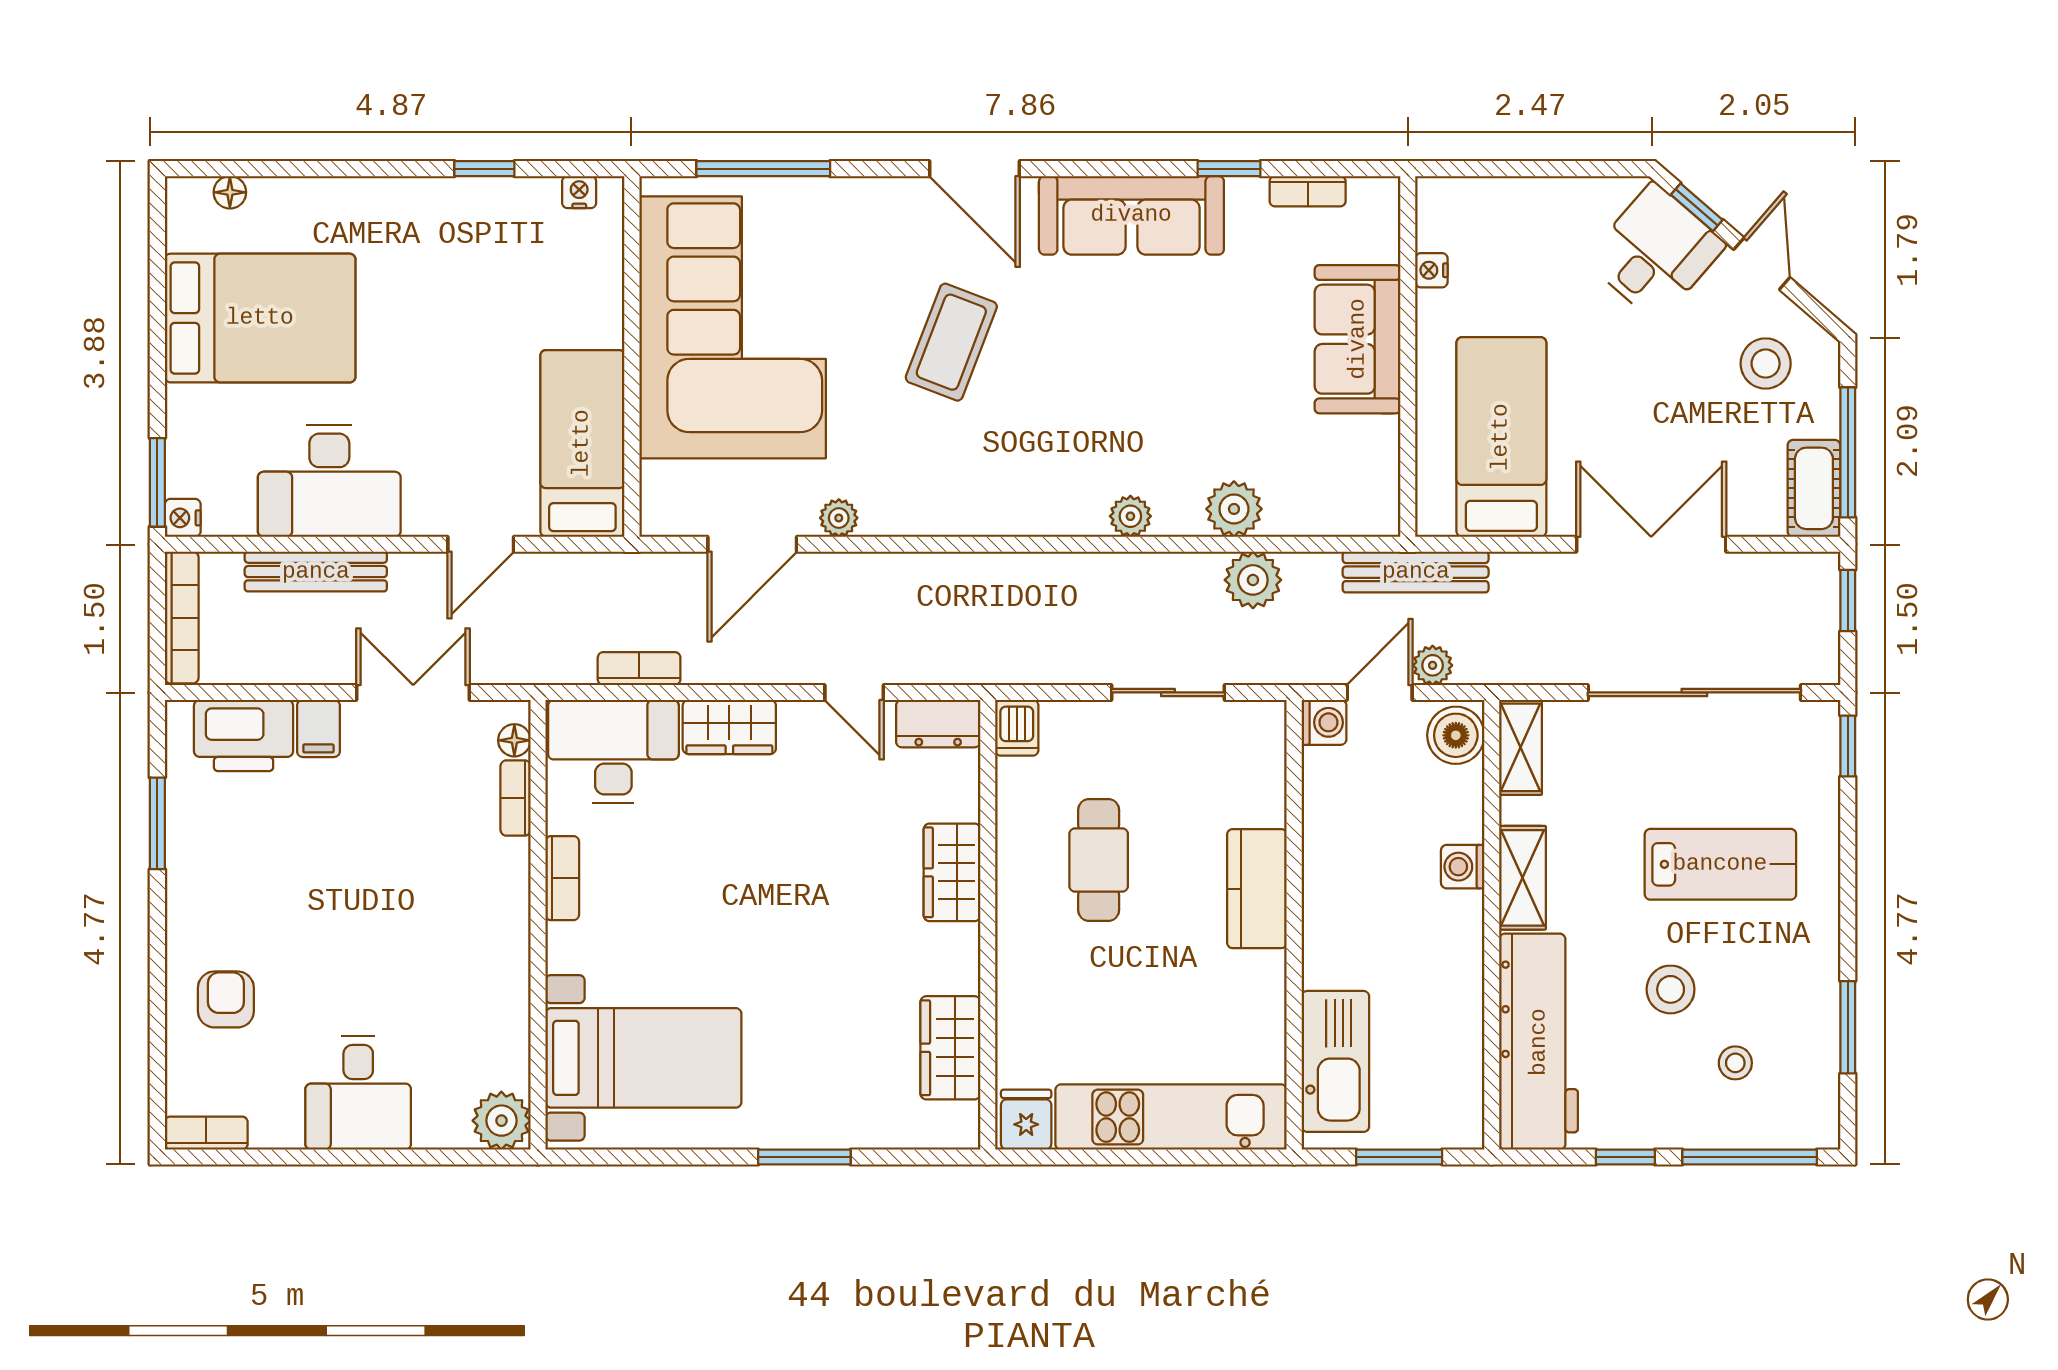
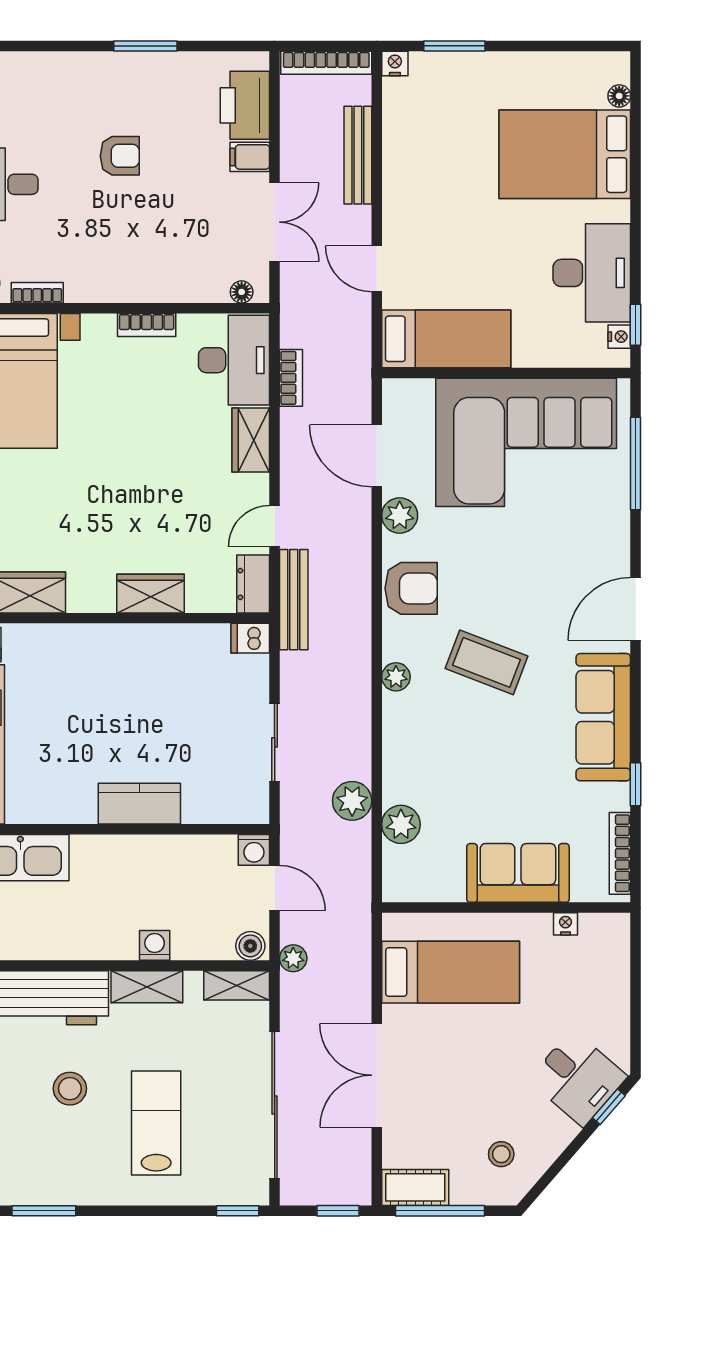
window: (484, 169) -> (636, 325), moved
bookcase: (1308, 191) -> (620, 853), width x1.56
door: (1762, 264) -> (570, 1151), removed
bed: (260, 318) -> (565, 154), moved, turned 90
coffee table: (951, 342) -> (487, 662), moved
stool: (1766, 364) -> (501, 1154), width x0.73, depth x0.73
desk: (329, 481) -> (592, 273), moved, turned 180
window: (157, 482) -> (454, 46), moved
armchair: (945, 494) -> (411, 588), added
plant: (1234, 509) -> (401, 824), moved
plant: (1130, 516) -> (396, 677), moved
plant: (839, 518) -> (400, 515), width x1.38, depth x1.38
double door: (1651, 544) -> (377, 1075), swing flipped
bench: (1416, 572) -> (294, 600), moved
plant: (1433, 665) -> (293, 958), moved
boiler: (1456, 735) -> (250, 946), width x0.73, depth x0.73
bookcase: (516, 798) -> (37, 293), moved
window: (157, 823) -> (145, 46), moved
cafe table: (1099, 860) -> (159, 695), removed
lab bench: (1720, 864) -> (156, 1123), turned 180
armchair: (226, 999) -> (120, 156), moved
stool: (1735, 1063) -> (19, 1133), removed

